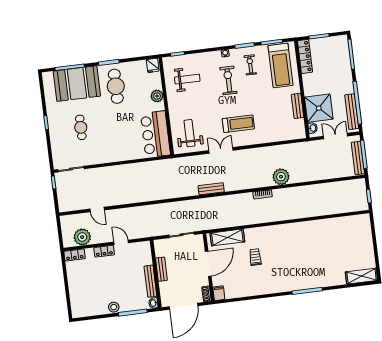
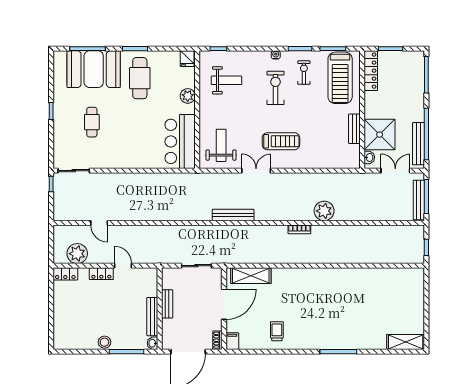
bench: (211, 189) -> (233, 215), width x1.36
trolley: (255, 257) -> (277, 331), moved

